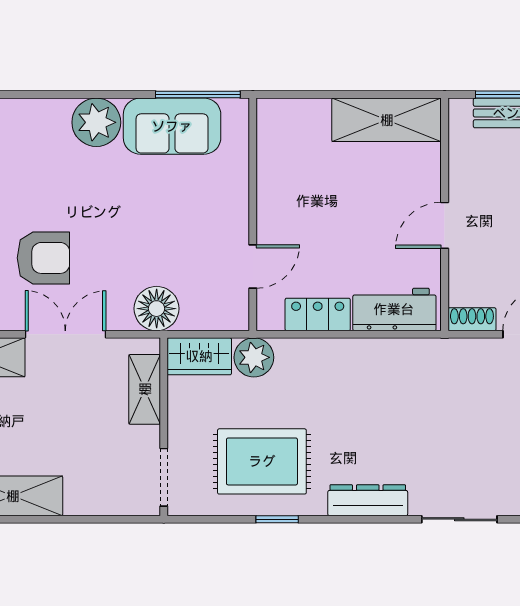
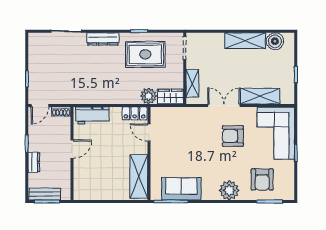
shelving: (387, 120) -> (139, 176), moved, turned 90
plant: (96, 122) -> (229, 190), moved
door: (253, 266) -> (149, 133), hinge flipped
floor lamp: (157, 309) -> (188, 116), removed
locker: (318, 314) -> (135, 113), moved
double door: (65, 334) -> (224, 105), swing flipped

